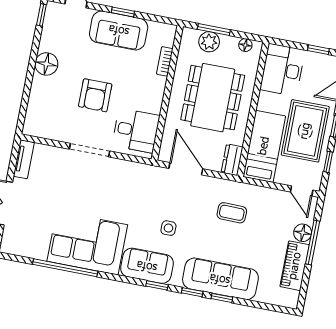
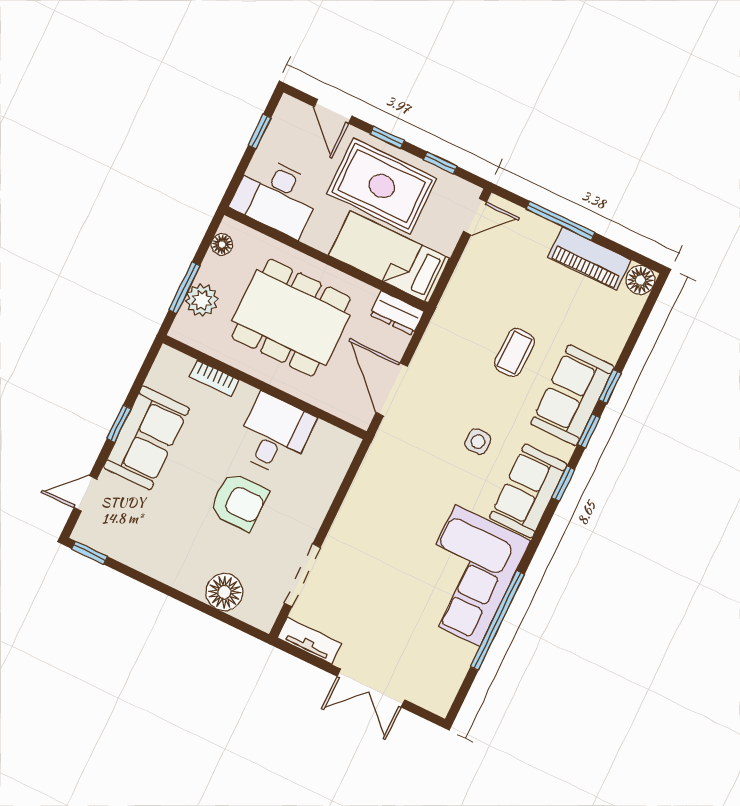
floor lamp: (46, 64) -> (224, 592), moved
desk: (136, 131) -> (275, 435), moved
doorway: (90, 150) -> (302, 575), moved
door: (186, 169) -> (392, 390), hinge flipped
coffee table: (232, 213) -> (514, 353), moved
floor lamp: (303, 233) -> (640, 280), moved
sofa: (220, 279) -> (572, 395), width x0.73

